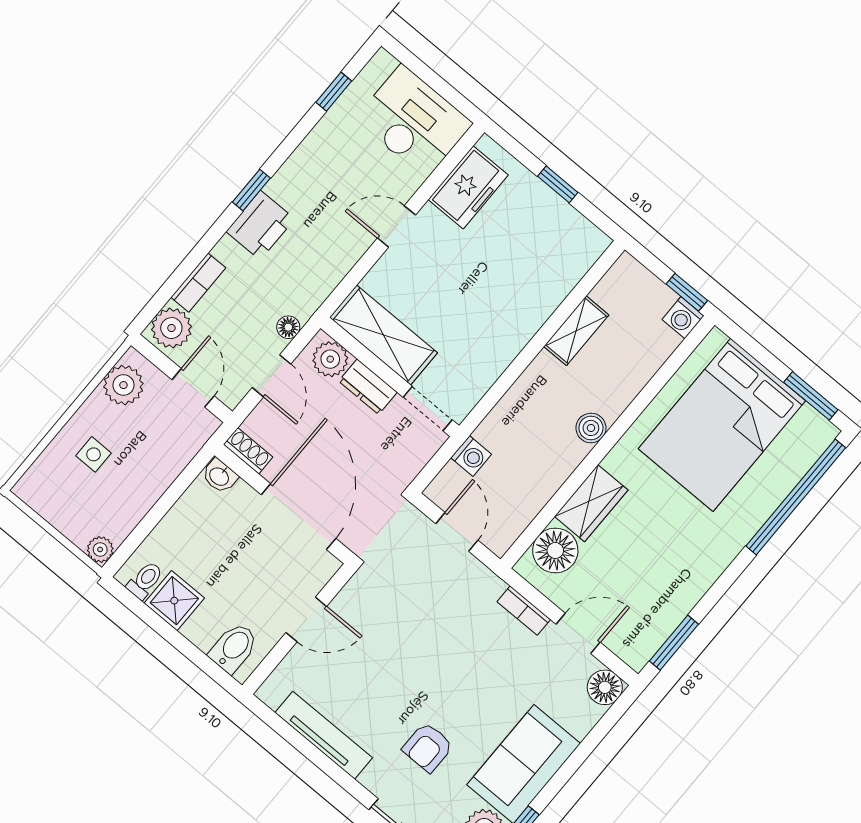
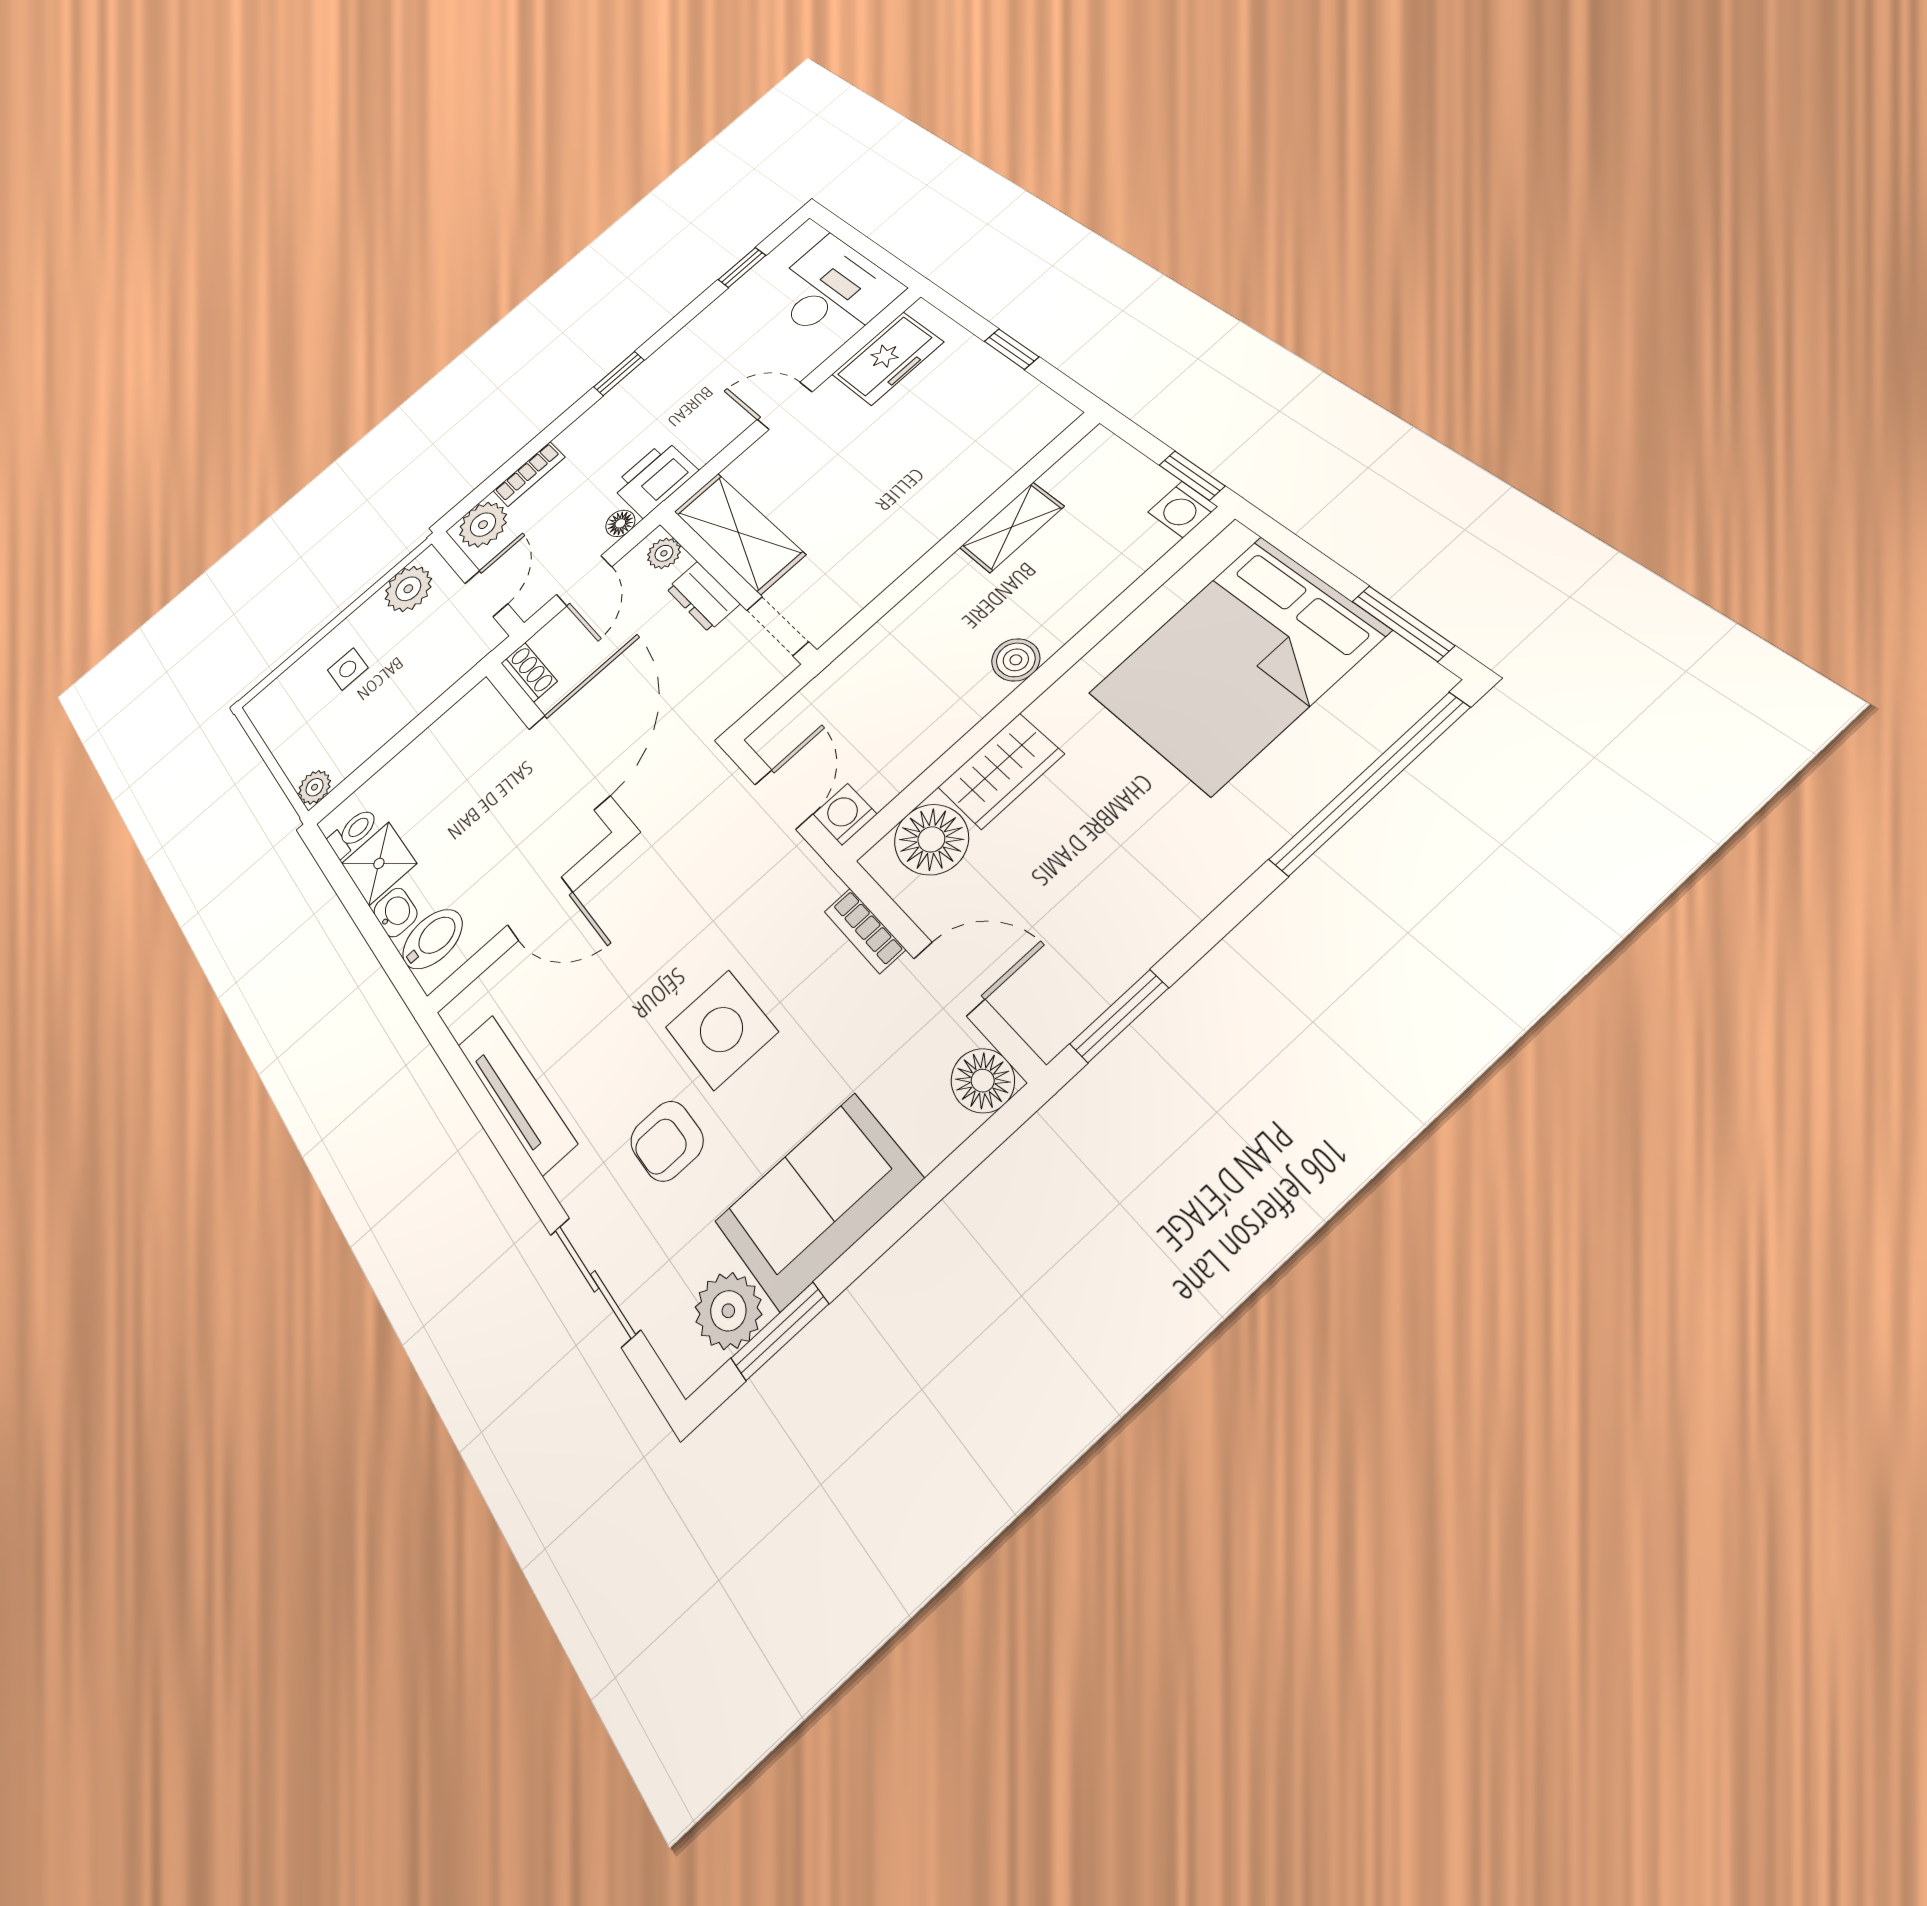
printer: (260, 225) -> (654, 479), moved, turned 180
plant: (330, 359) -> (664, 553), width x0.73, depth x0.73
washing machine: (471, 456) -> (845, 814), moved, turned 180
washbasin: (220, 476) -> (395, 912), moved, turned 180
side table: (447, 680) -> (721, 1029), added

